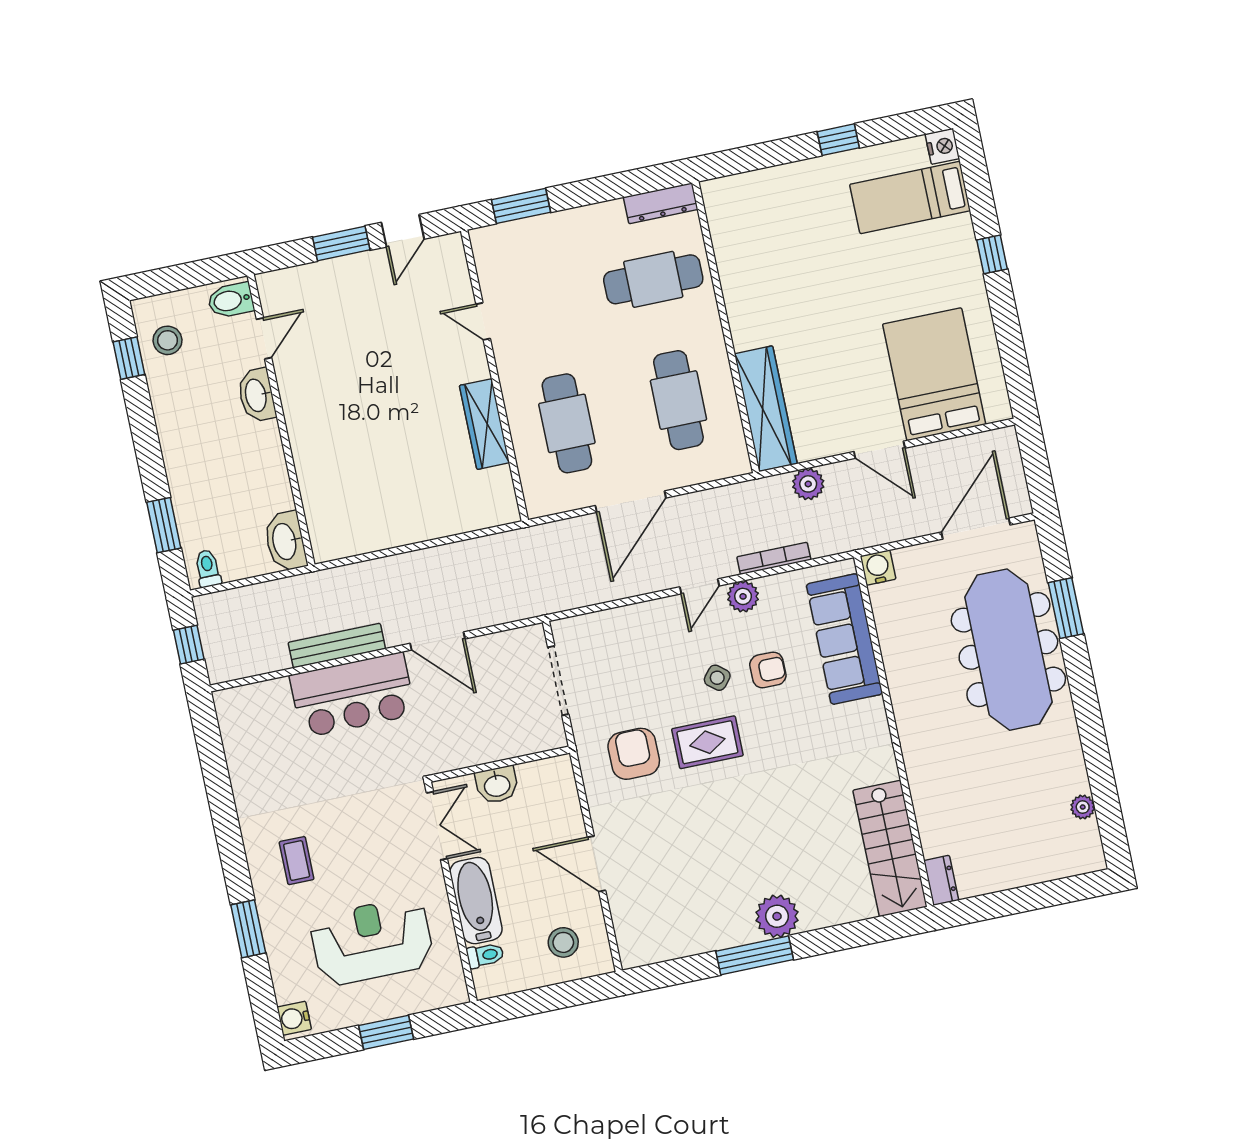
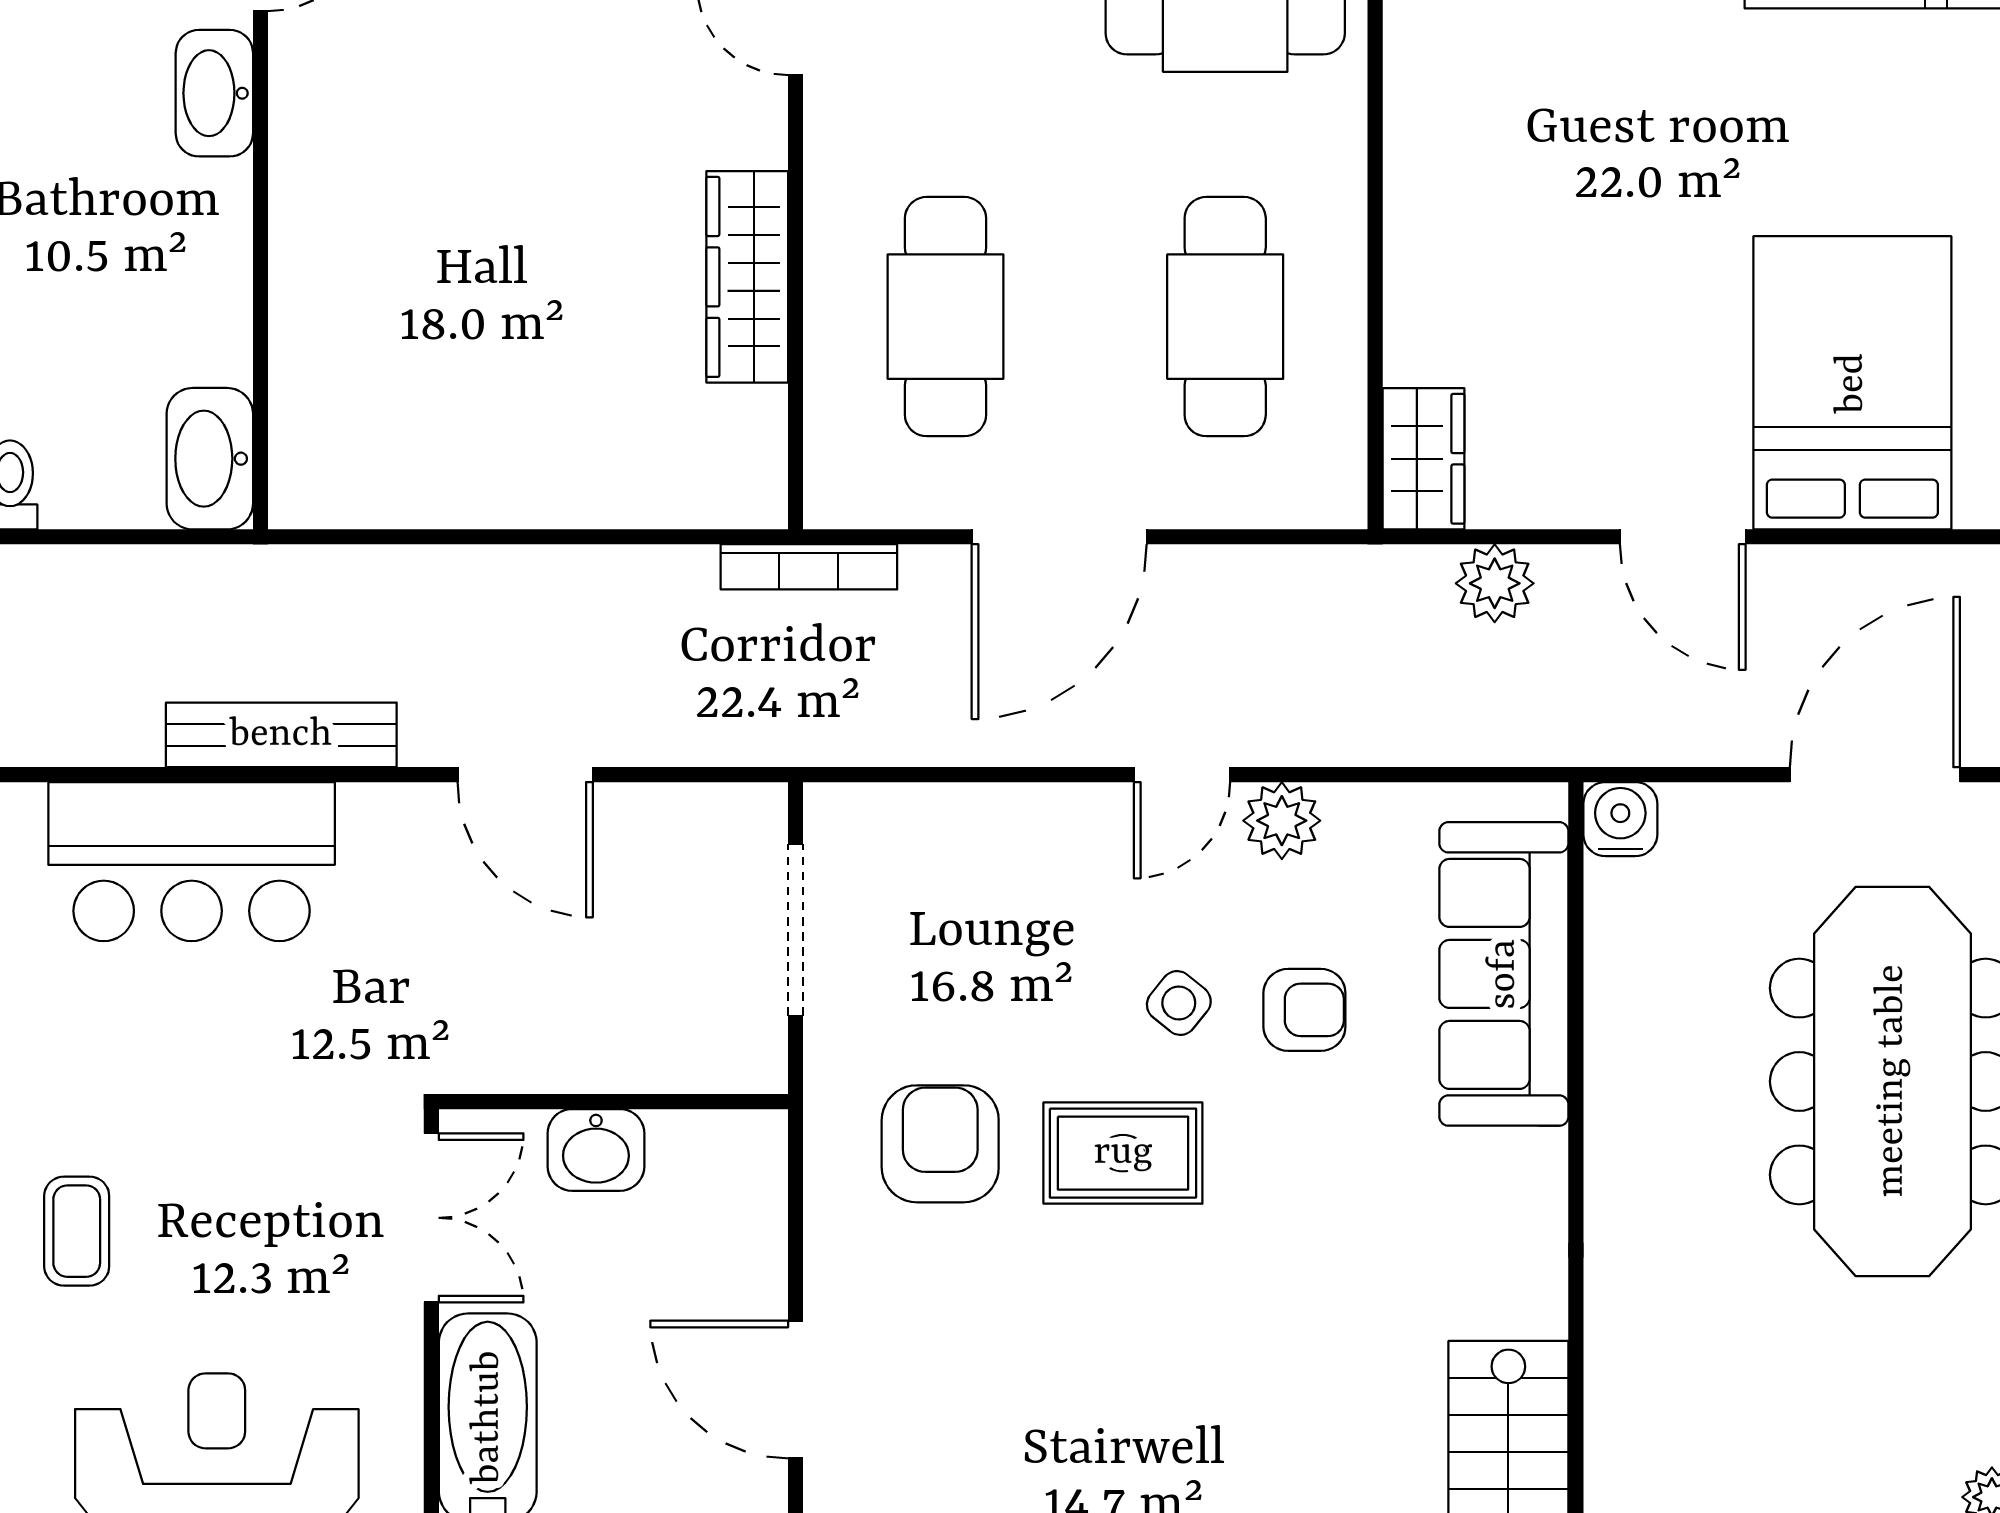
wardrobe: (766, 409) -> (1424, 459), width x0.48, depth x0.85
bookcase: (774, 558) -> (809, 567), moved, turned 180
bar counter: (353, 695) -> (192, 862), moved

